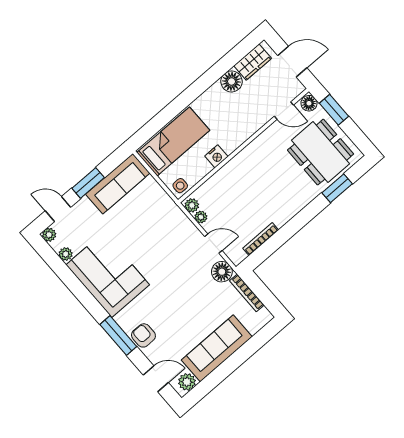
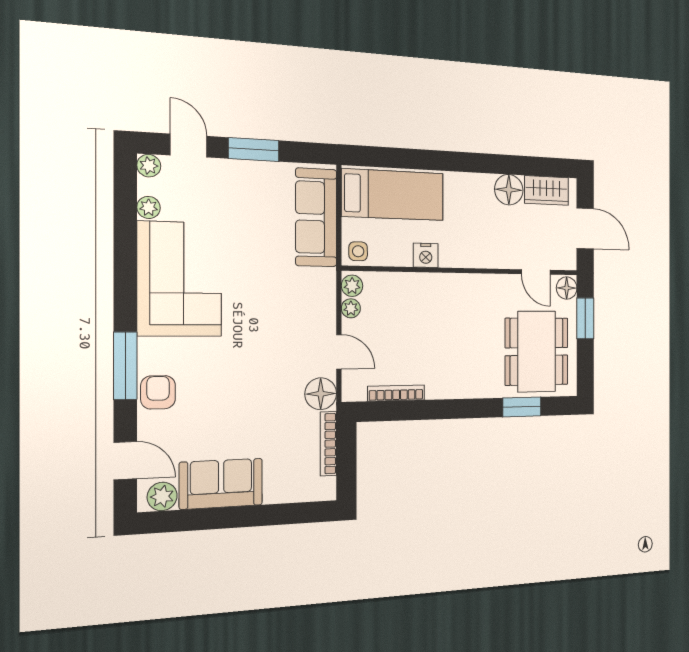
sofa: (118, 184) -> (316, 217), moved, turned 90
sofa: (217, 348) -> (221, 484), width x0.73

